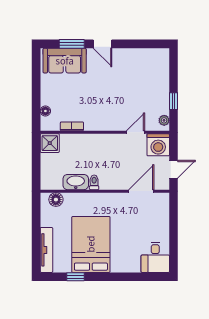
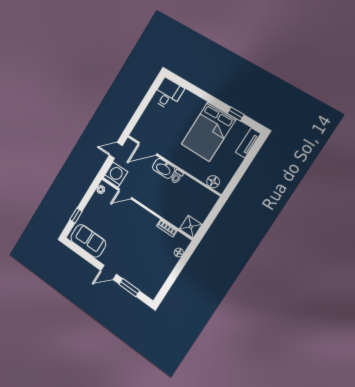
door: (103, 44) -> (108, 272), swing flipped
sofa: (65, 61) -> (88, 241), moved
window: (174, 101) -> (76, 216), moved
washbasin: (76, 182) -> (164, 168), moved
tv unit: (46, 250) -> (248, 143), width x0.71

